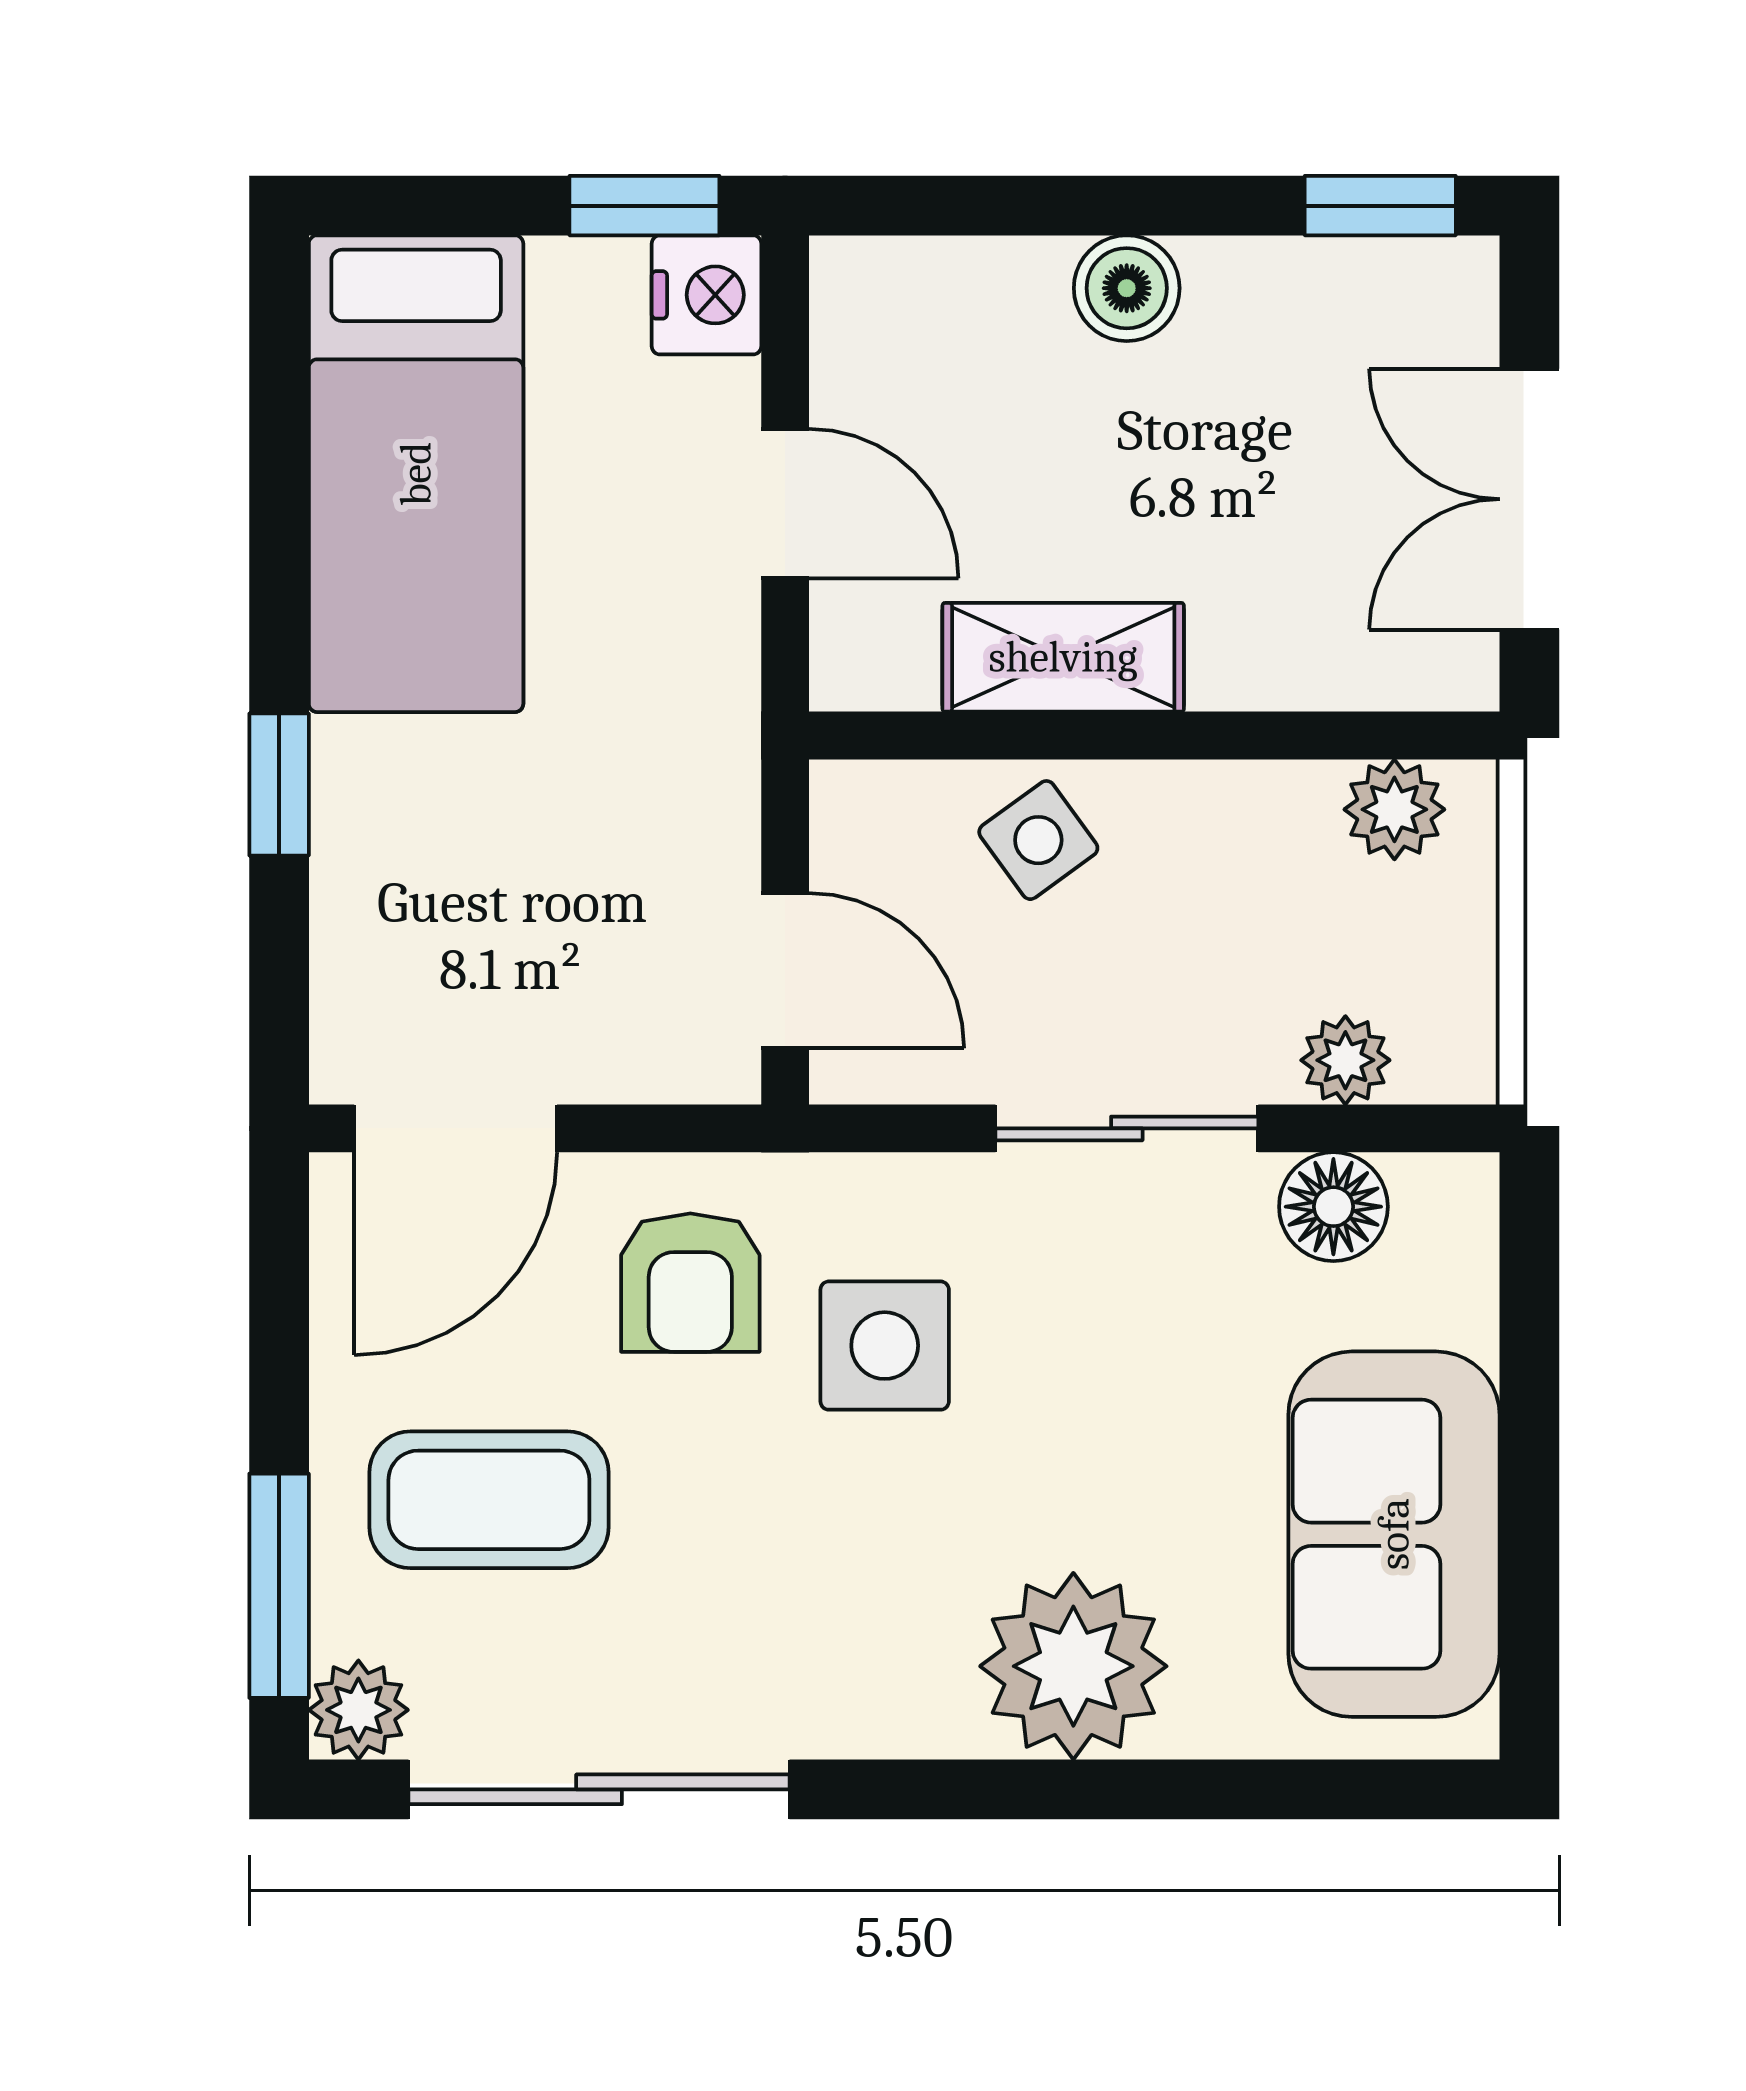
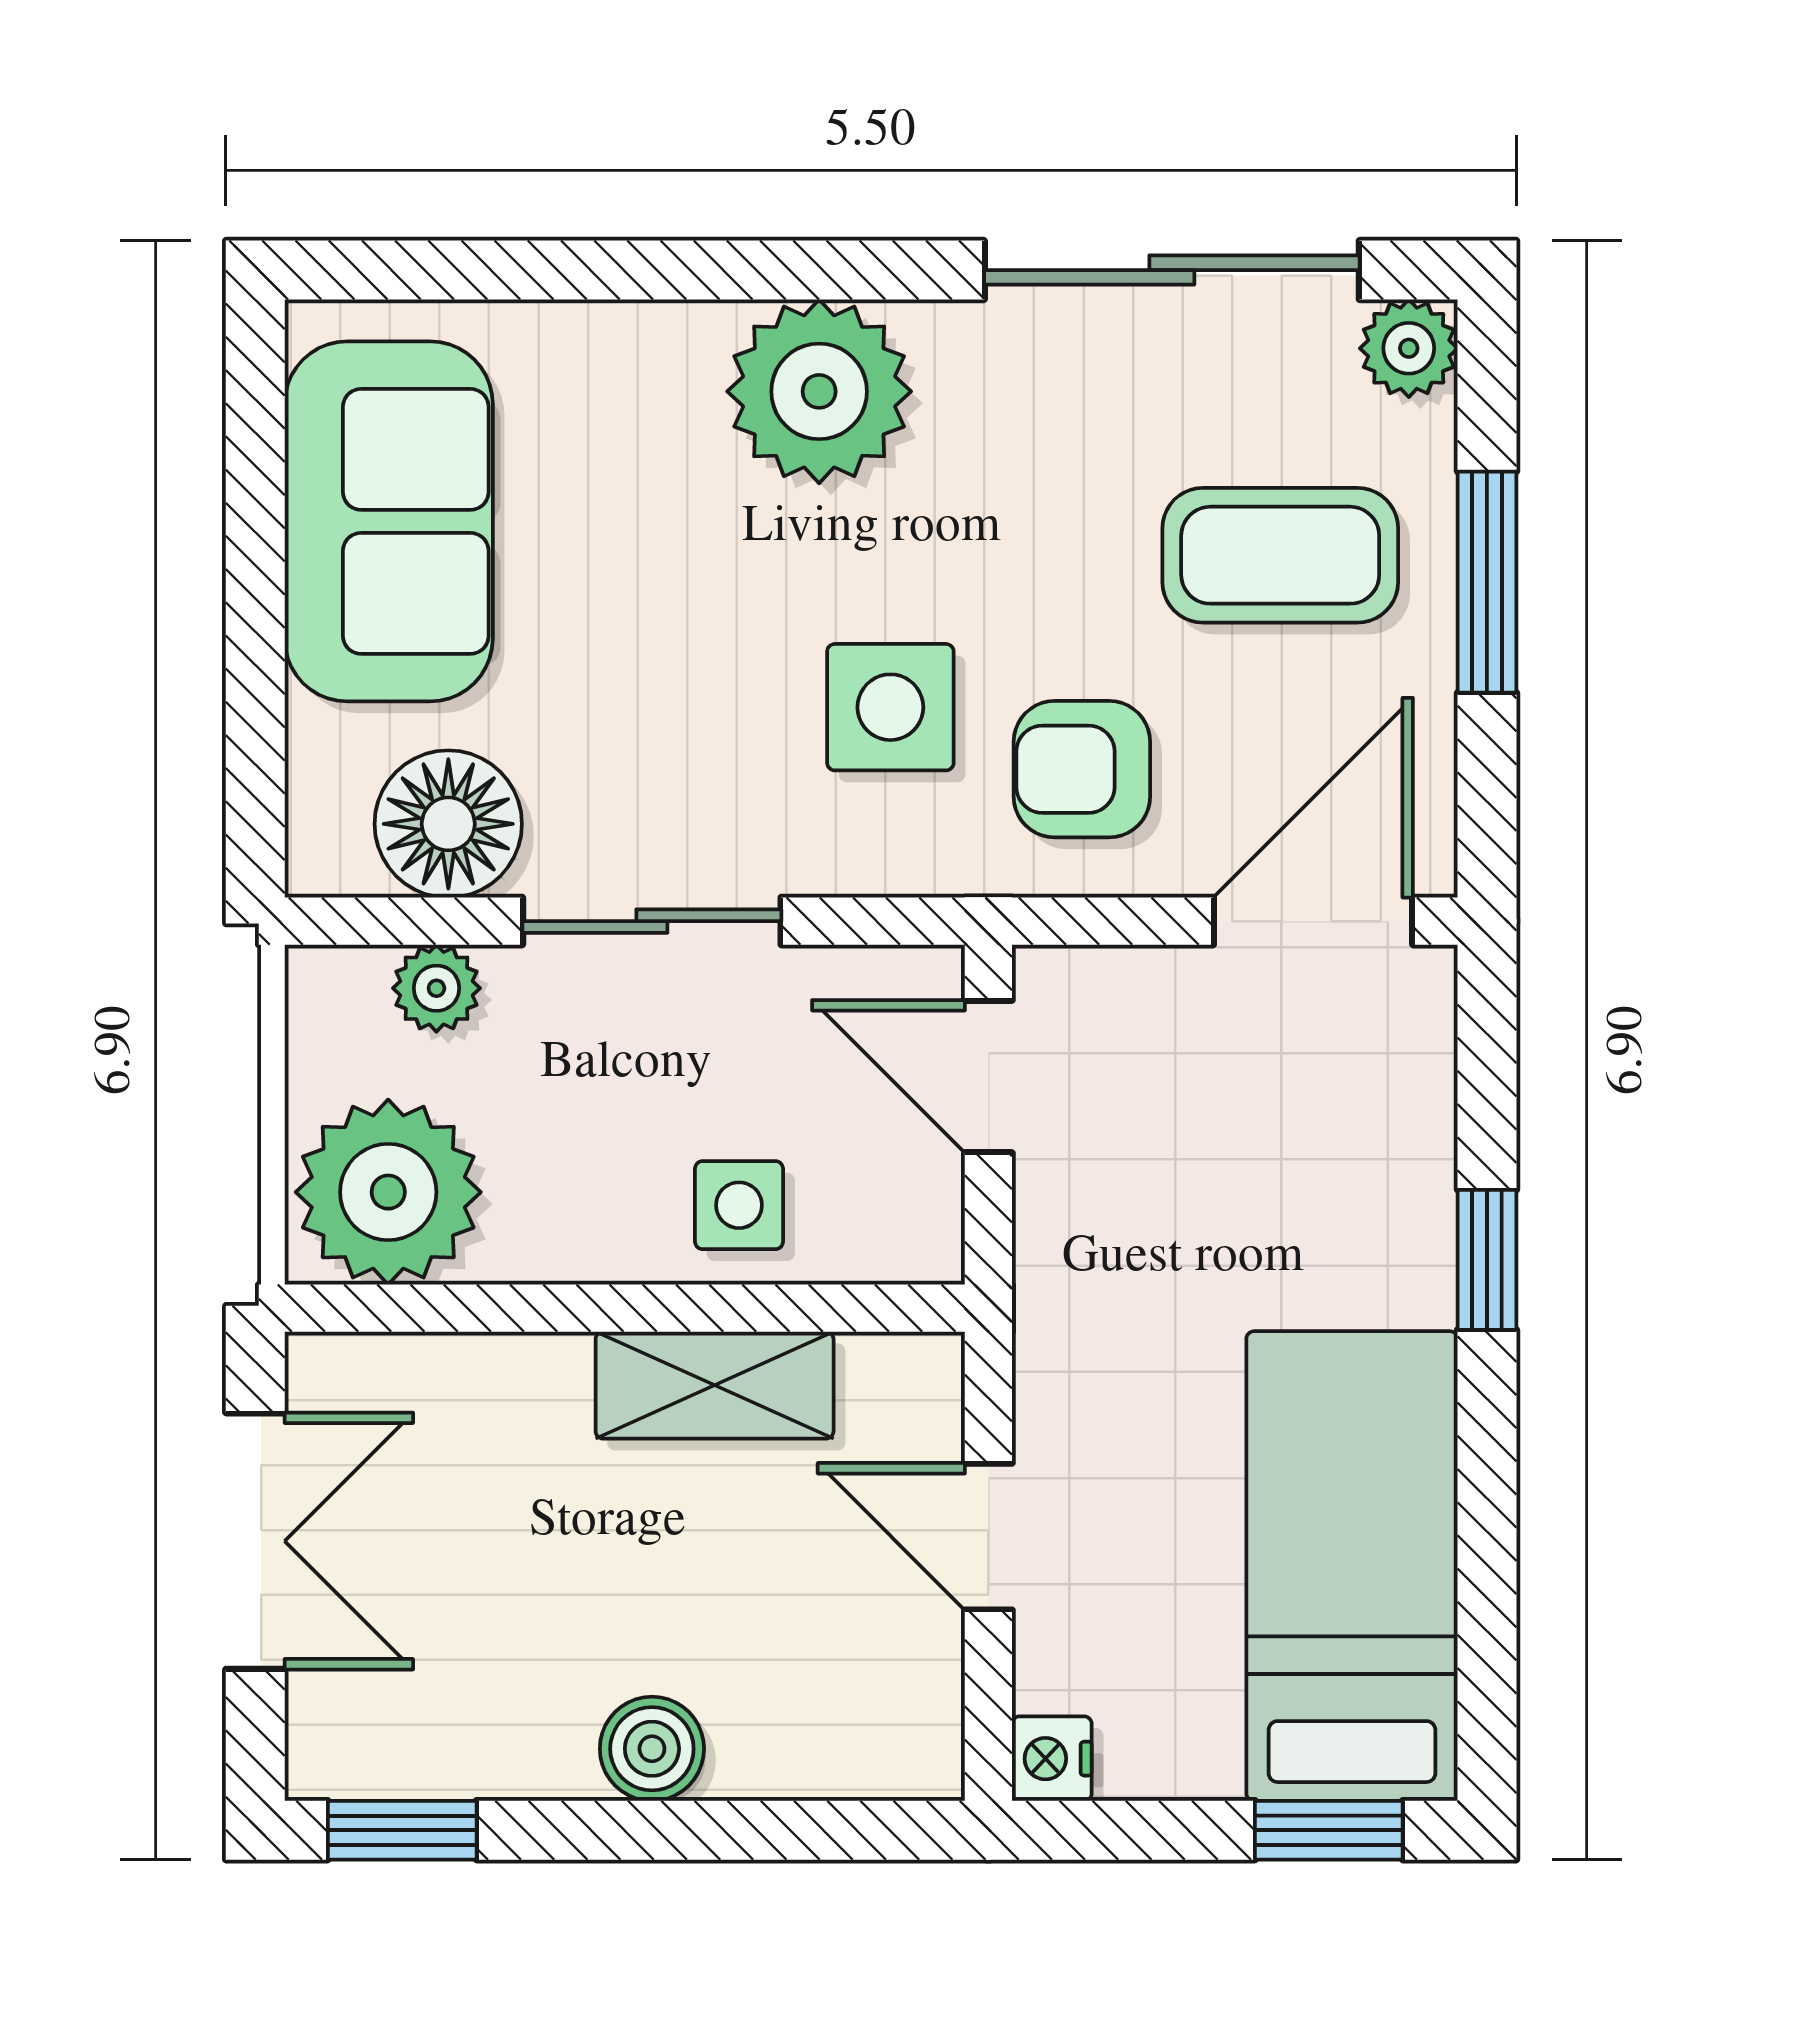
window: (644, 206) -> (1329, 1830), moved
nightstand: (706, 295) -> (1052, 1759), width x0.72, depth x0.74
plant: (1394, 809) -> (388, 1192), width x1.88, depth x1.88
side table: (1038, 840) -> (739, 1205), turned 36
floor lamp: (1333, 1207) -> (448, 824), width x1.38, depth x1.38
armchair: (690, 1283) -> (1082, 769), turned -90
window: (279, 1586) -> (1487, 582), moved
plant: (1073, 1666) -> (819, 391), moved

